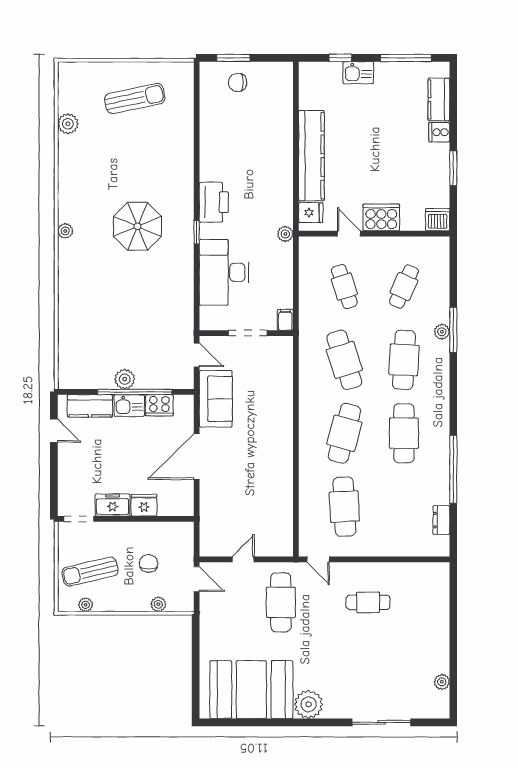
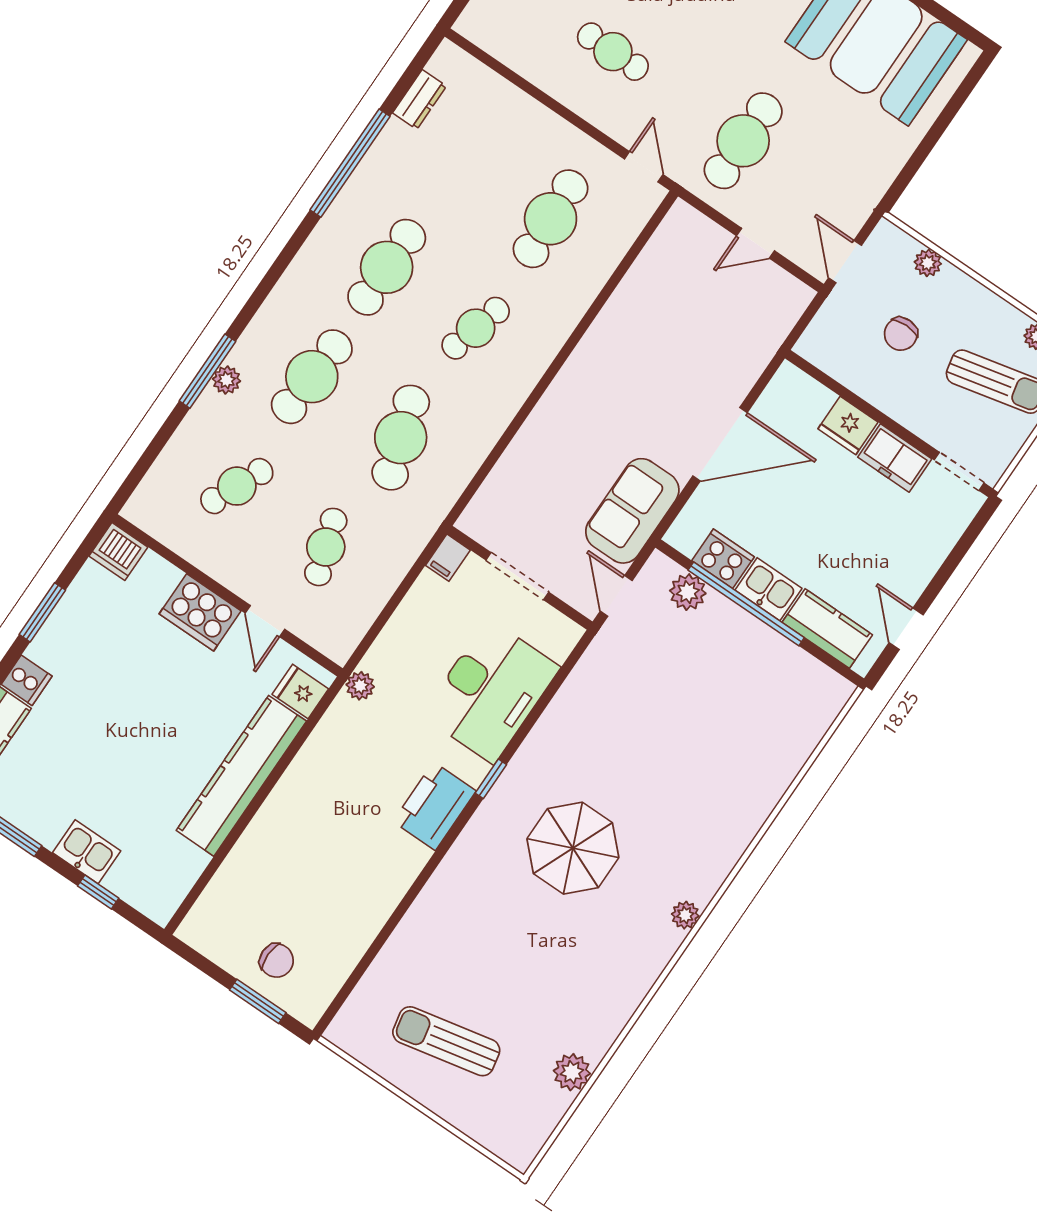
plant: (125, 379) -> (688, 592), moved
cafe table: (344, 433) -> (476, 328), width x0.73, depth x0.74

